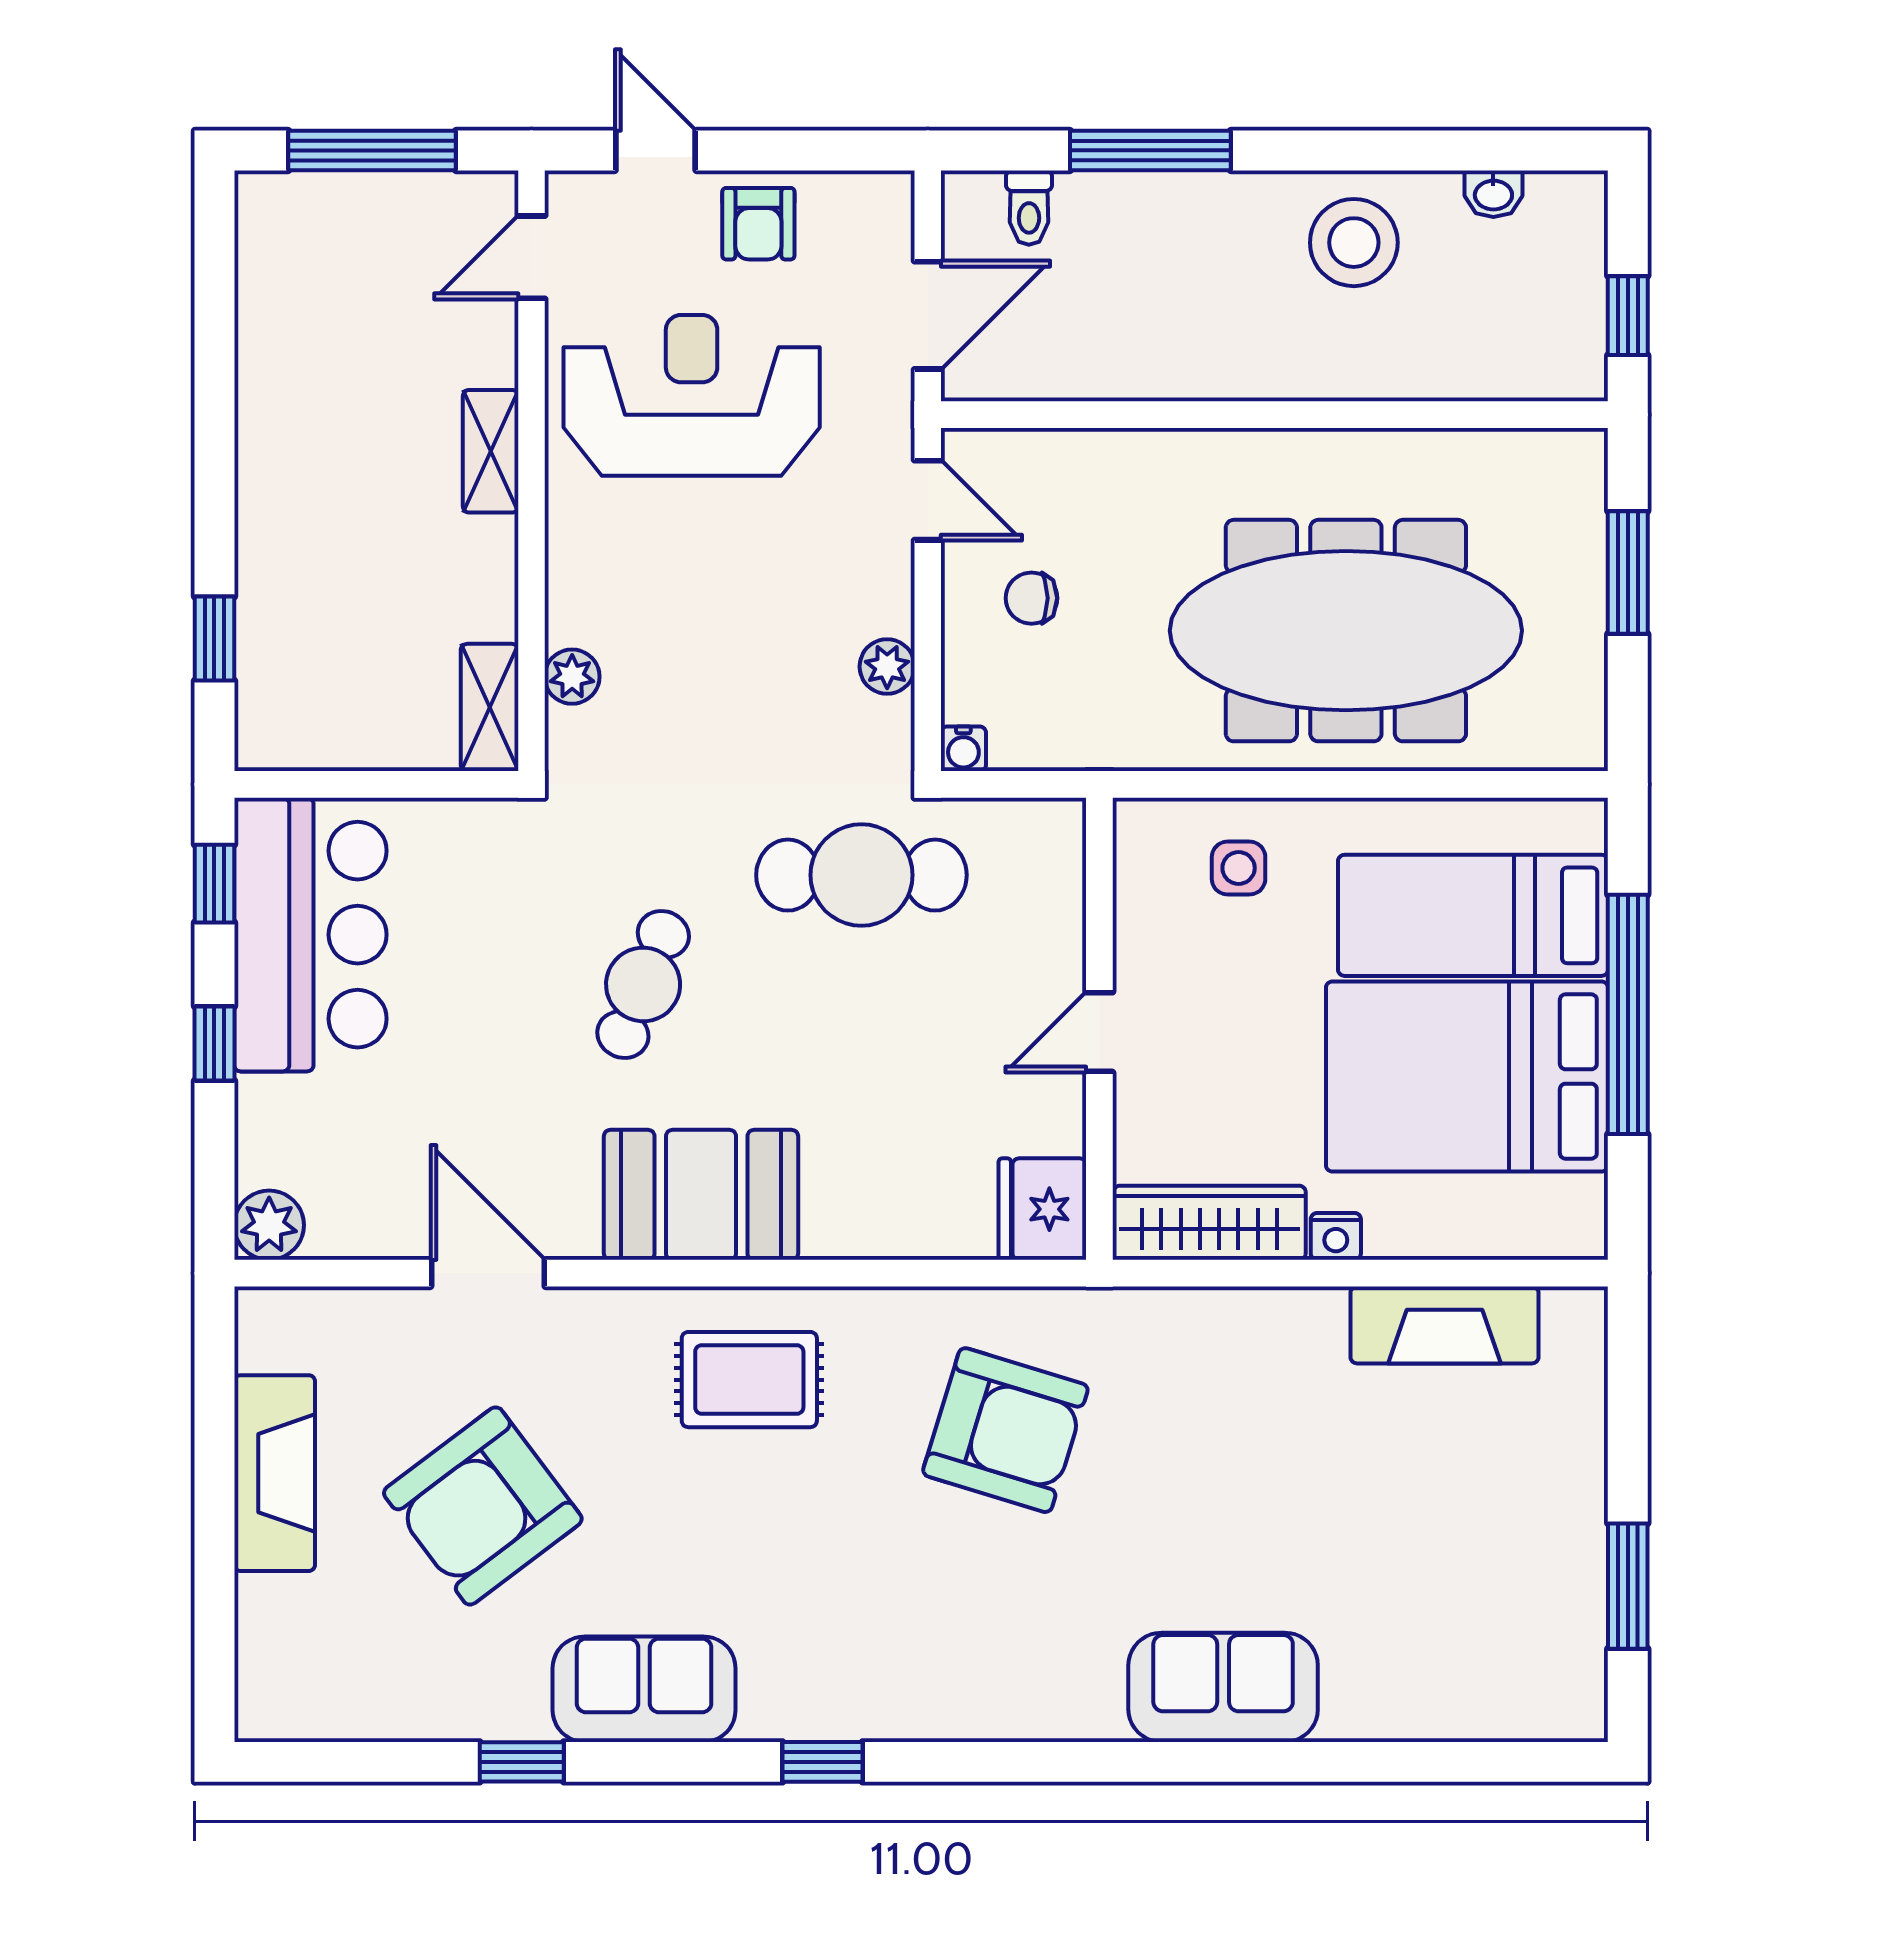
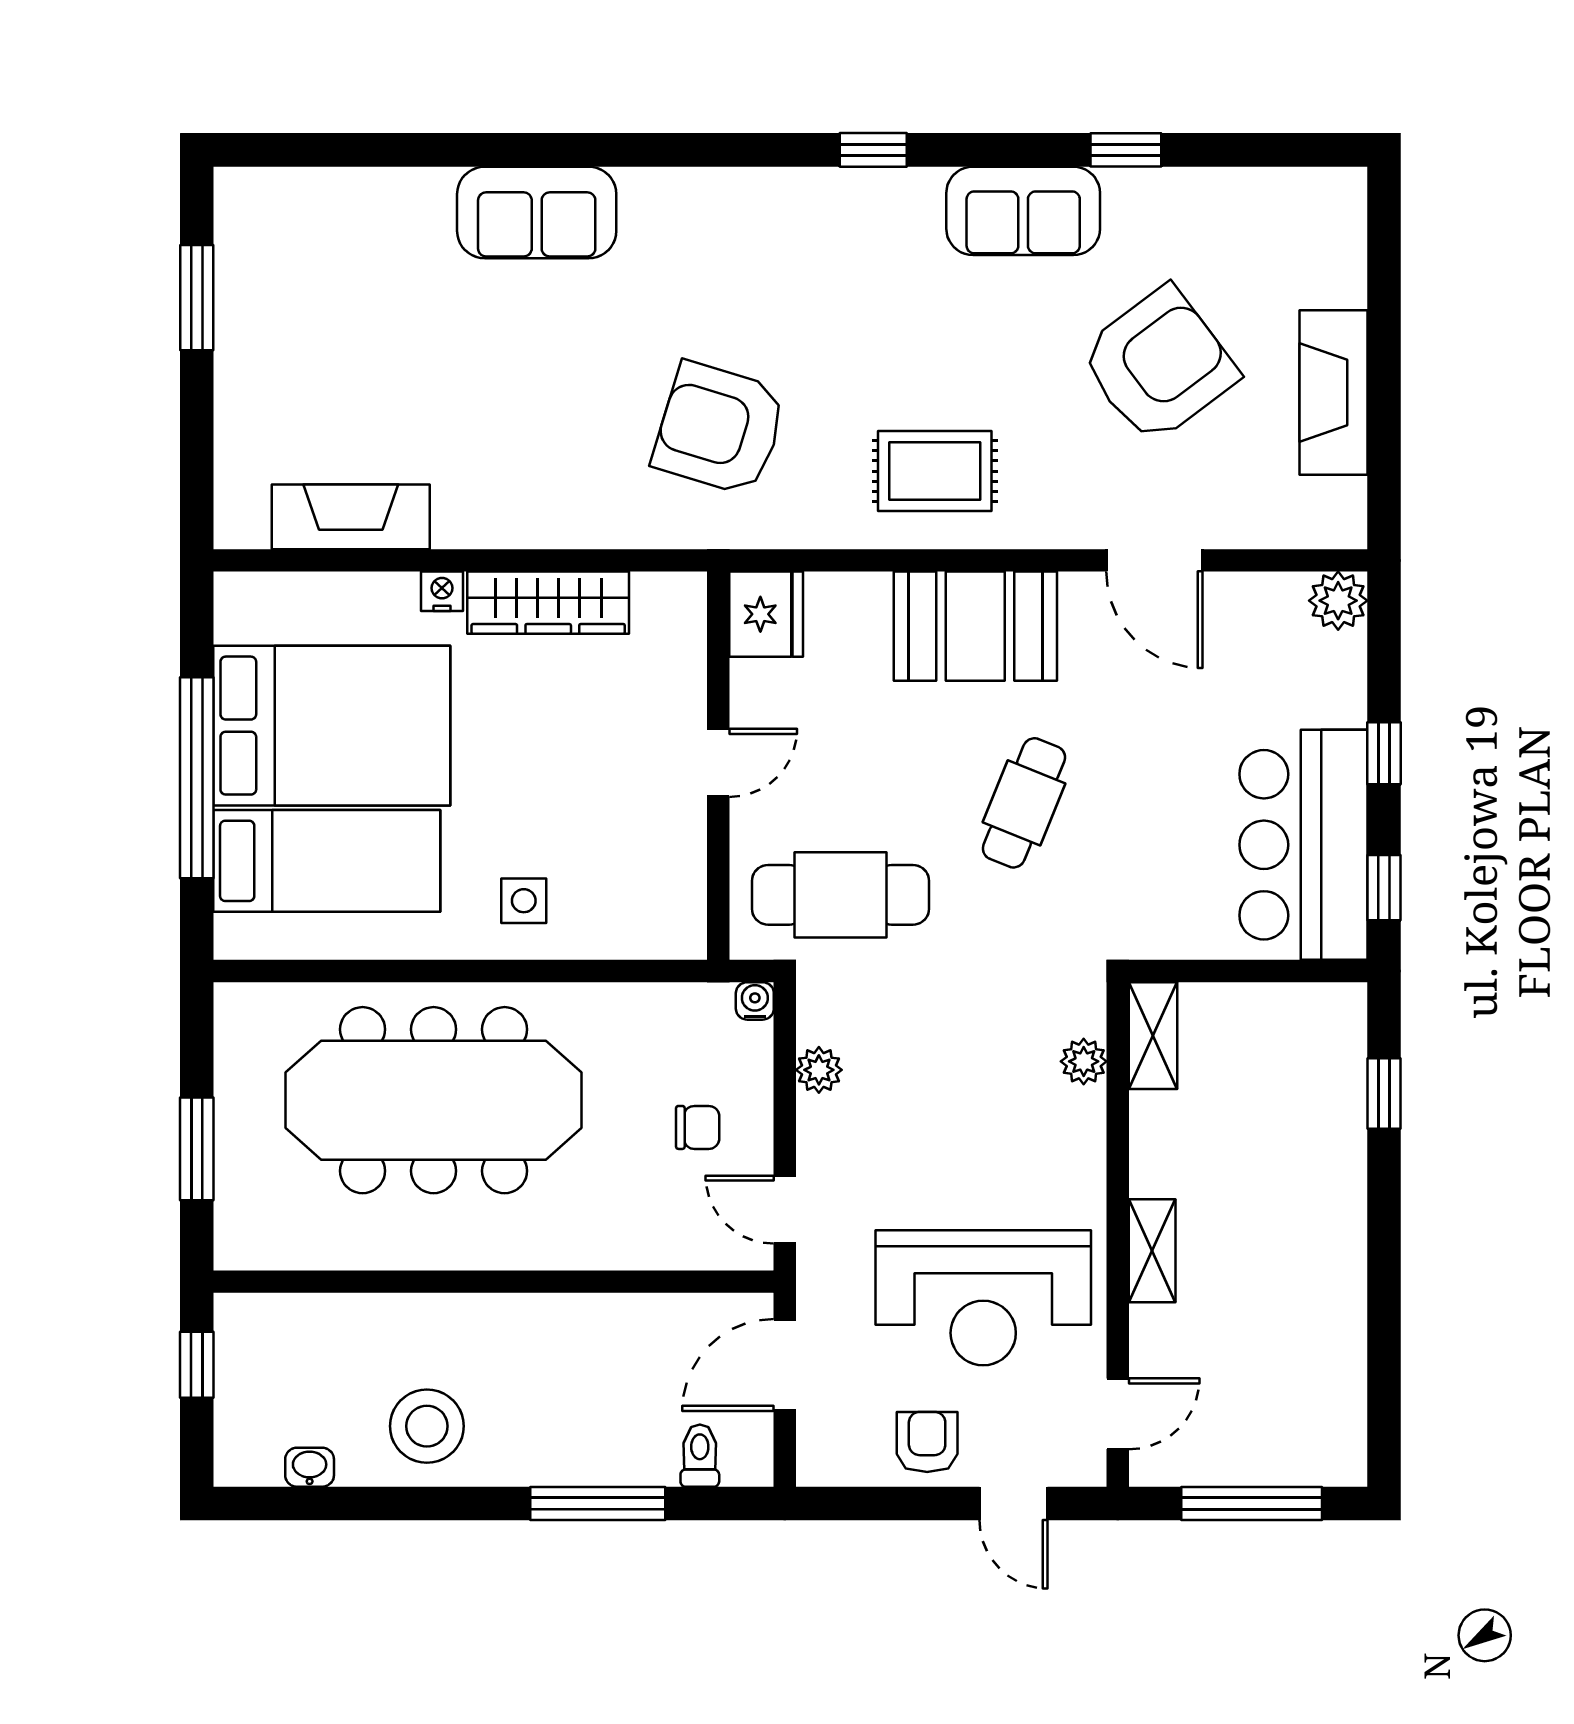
wall: (1099, 1029) -> (718, 766), moved
door: (1099, 1032) -> (718, 763), moved
fridge: (1042, 1209) -> (766, 614), moved

